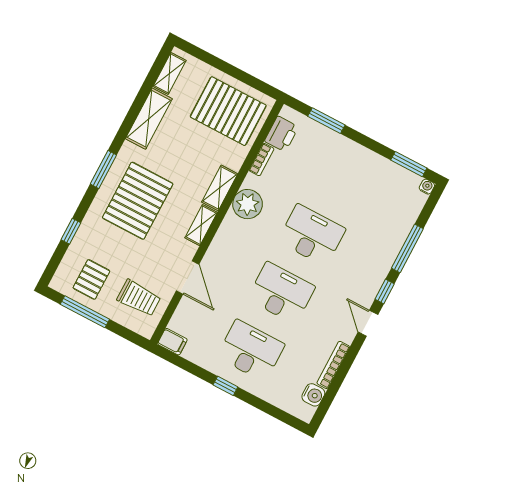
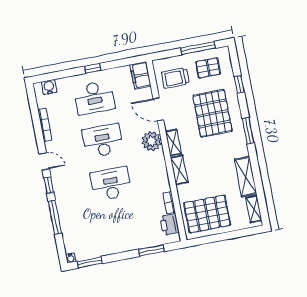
pallet: (138, 201) -> (213, 113), moved
plant: (248, 204) -> (152, 141), moved
desk: (312, 235) -> (111, 184), turned 180
pallet: (91, 279) -> (208, 68), turned 90
desk: (281, 293) -> (103, 141), turned 180
filing cabinet: (172, 342) -> (140, 75), width x2.00
water cooler: (313, 395) -> (49, 87), moved, turned 90

